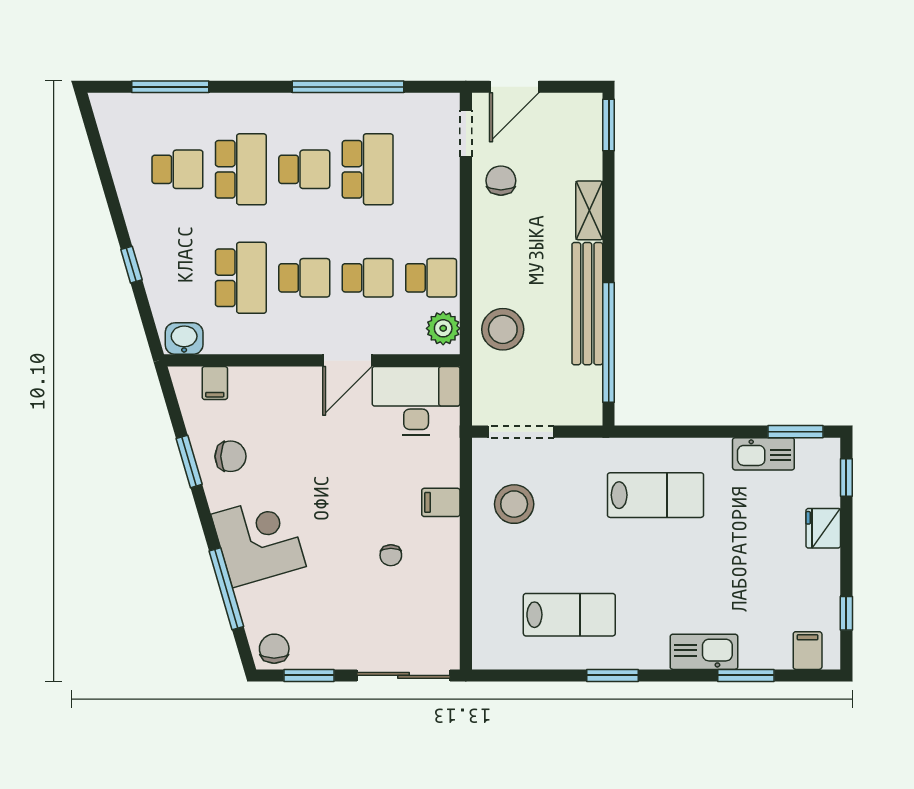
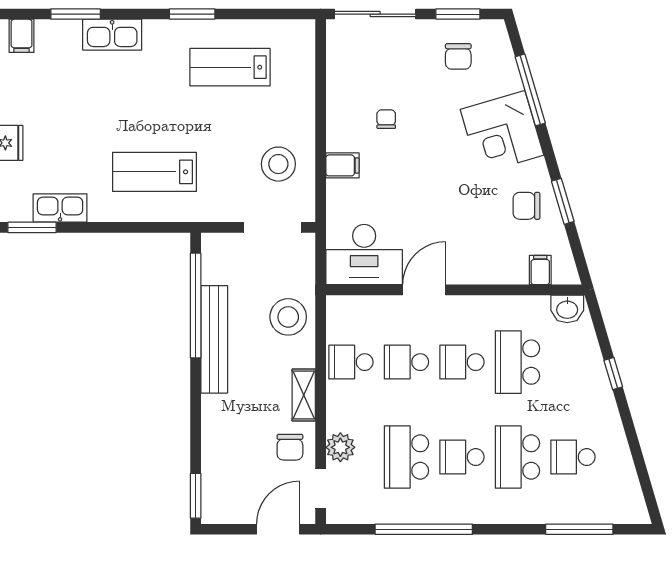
shelving: (589, 210) -> (304, 395), moved
plant: (443, 328) -> (340, 447), moved
chair: (274, 649) -> (458, 56), moved

